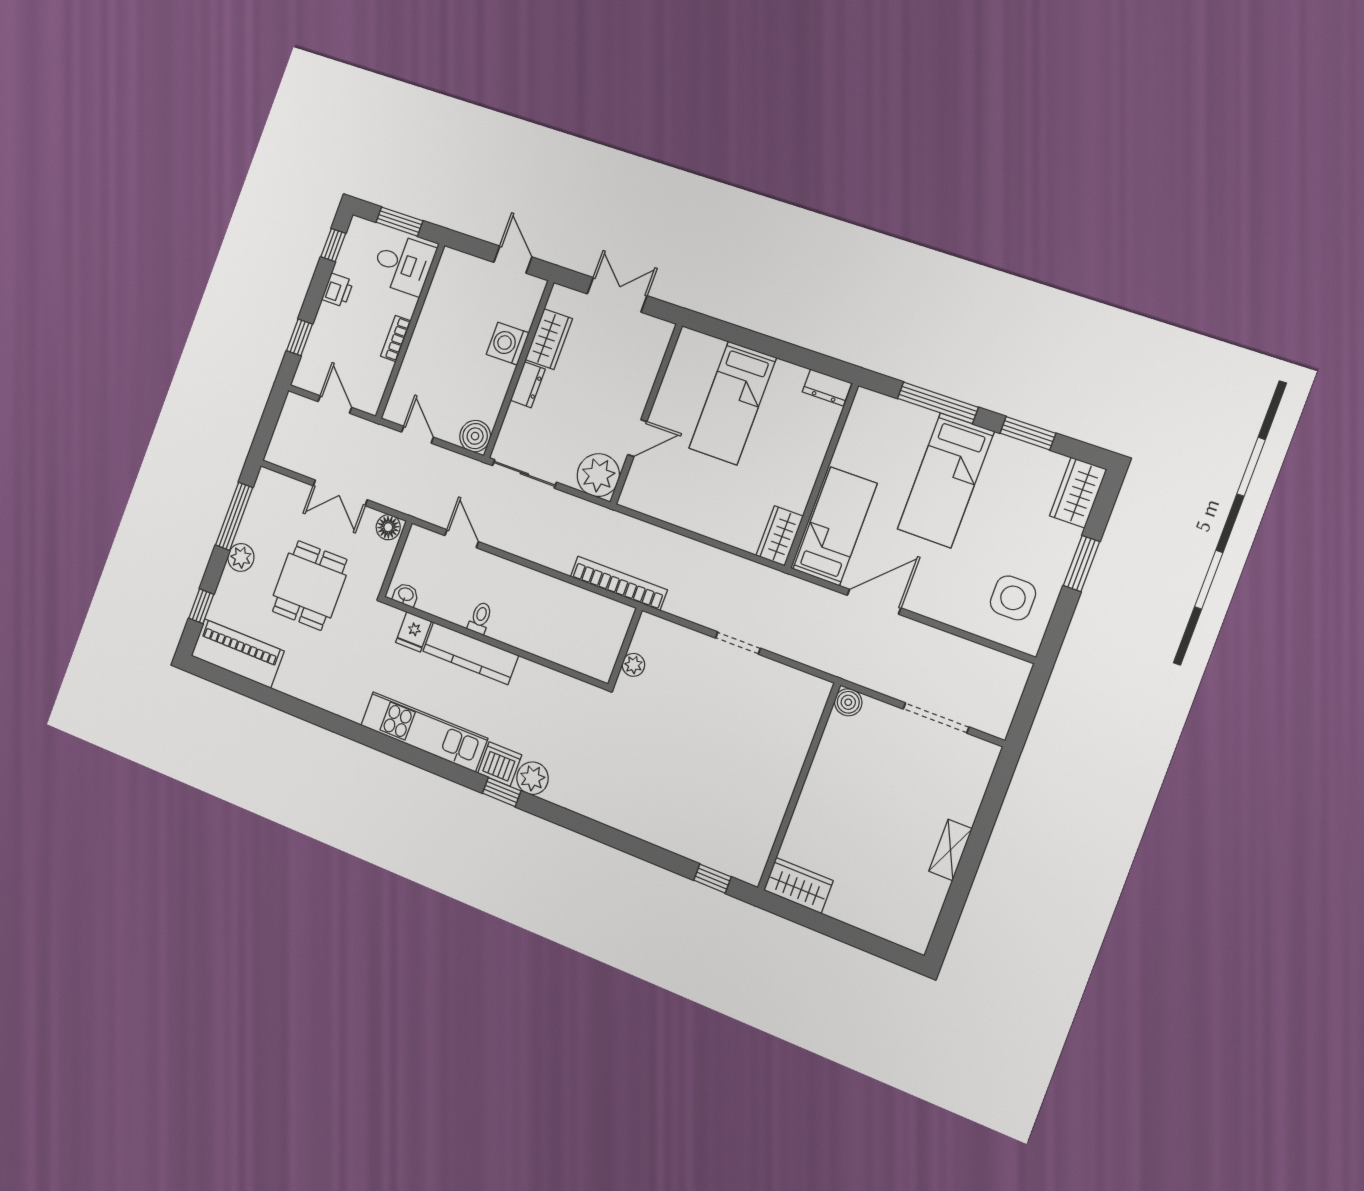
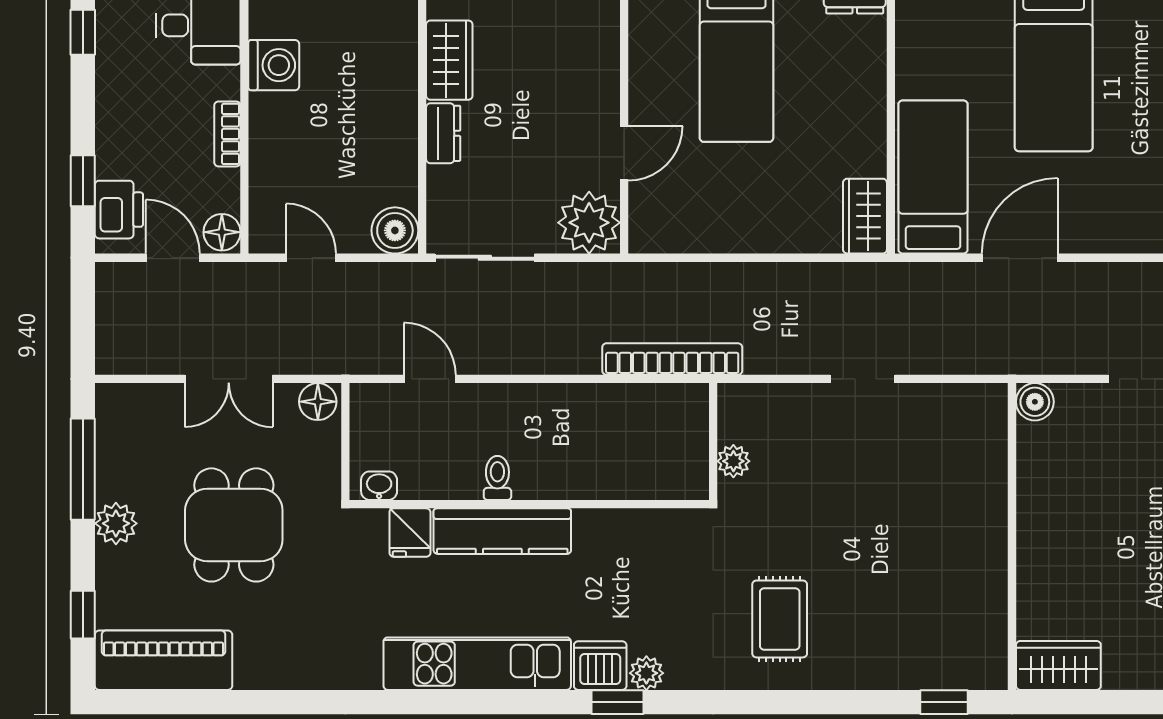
printer: (338, 290) -> (119, 210), moved, width x1.36, depth x1.24
washing machine: (508, 344) -> (274, 65), moved, turned 180
floor lamp: (370, 399) -> (222, 232), added
plant: (532, 778) -> (646, 673), width x0.73, depth x0.73
rug: (625, 780) -> (780, 619), added

